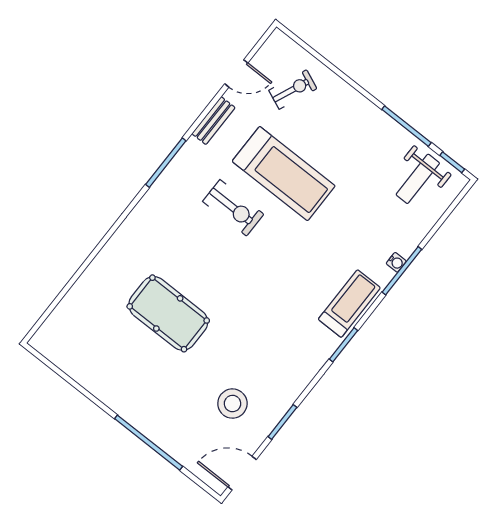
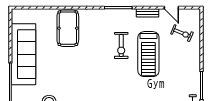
pool table: (168, 313) -> (68, 28), moved
sofa: (119, 383) -> (24, 54), added

